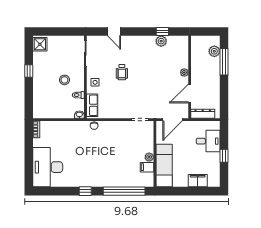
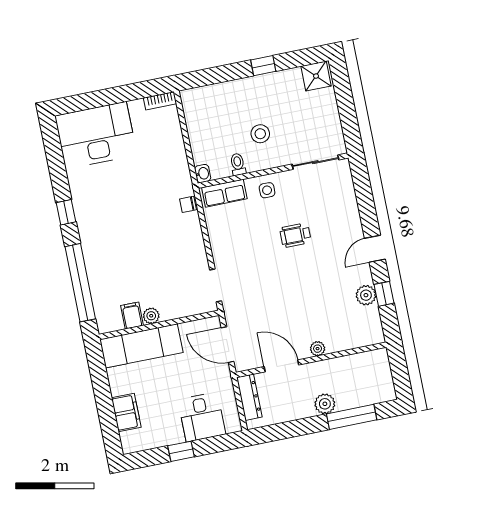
door: (114, 32) -> (375, 249), moved
plant: (214, 51) -> (325, 404), moved

